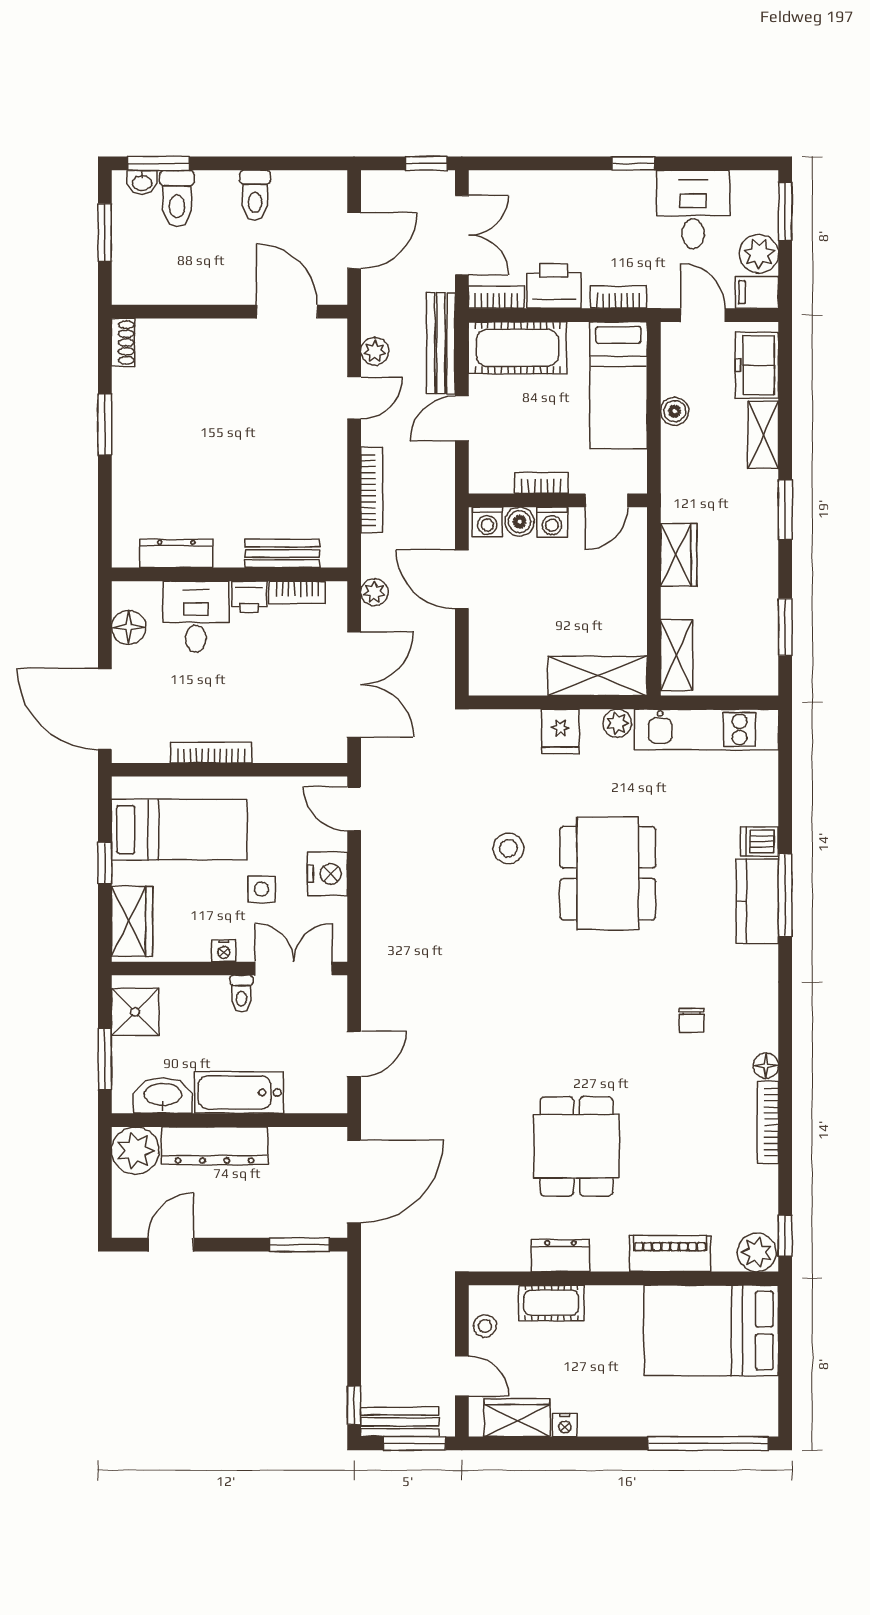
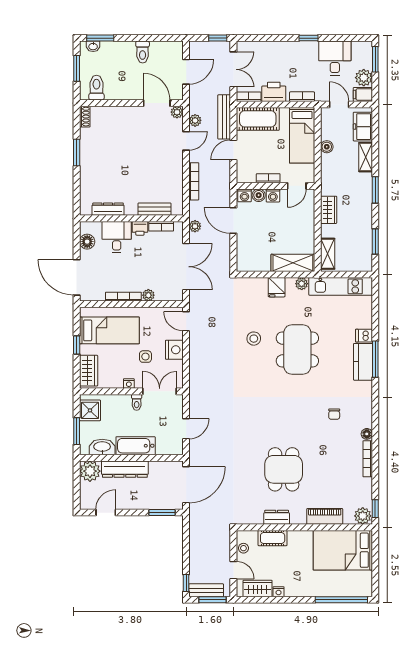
toilet: (177, 199) -> (96, 88), moved, turned 180
plant: (333, 332) -> (177, 112), added
plant: (268, 749) -> (148, 295), added

